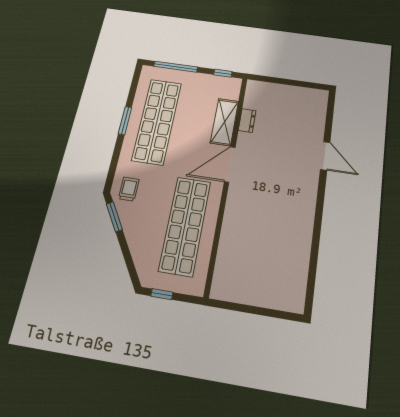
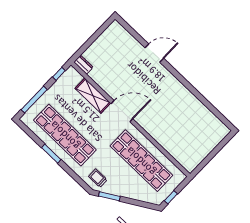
dresser: (247, 121) -> (83, 65), moved
door: (230, 164) -> (122, 111), swing flipped

